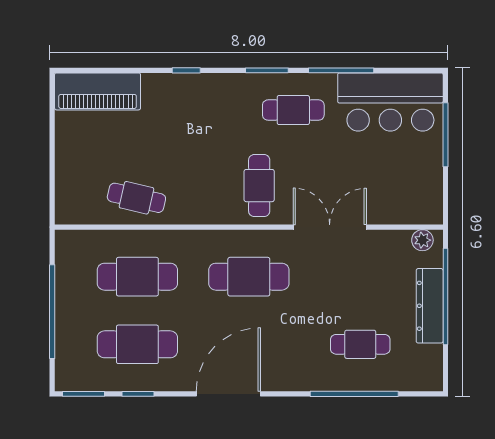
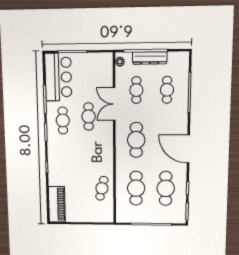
cafe table: (259, 186) -> (89, 116), moved, turned 90
cafe table: (360, 277) -> (136, 90), added

